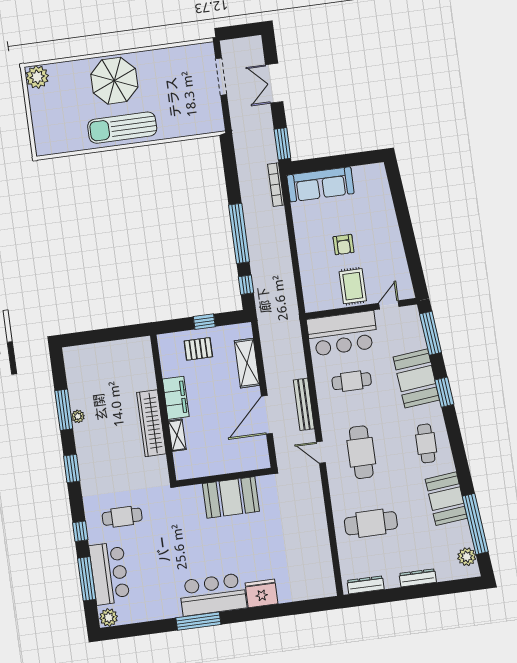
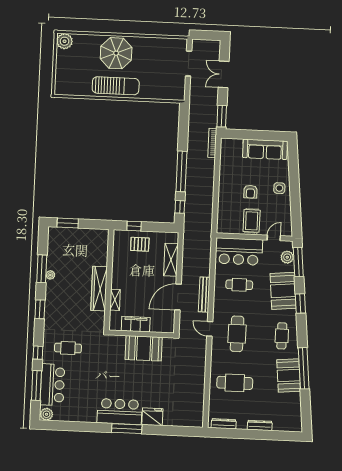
sun lounger: (122, 128) -> (116, 86), turned 180
sofa: (320, 184) -> (265, 149), moved
side table: (384, 232) -> (279, 188), added
window: (204, 322) -> (134, 226), moved
window: (89, 337) -> (68, 223), added
filing cabinet: (176, 398) -> (136, 324), moved, turned -90
window: (475, 524) -> (304, 368), moved
plant: (467, 557) -> (287, 257), moved
window: (198, 621) -> (127, 429), moved

